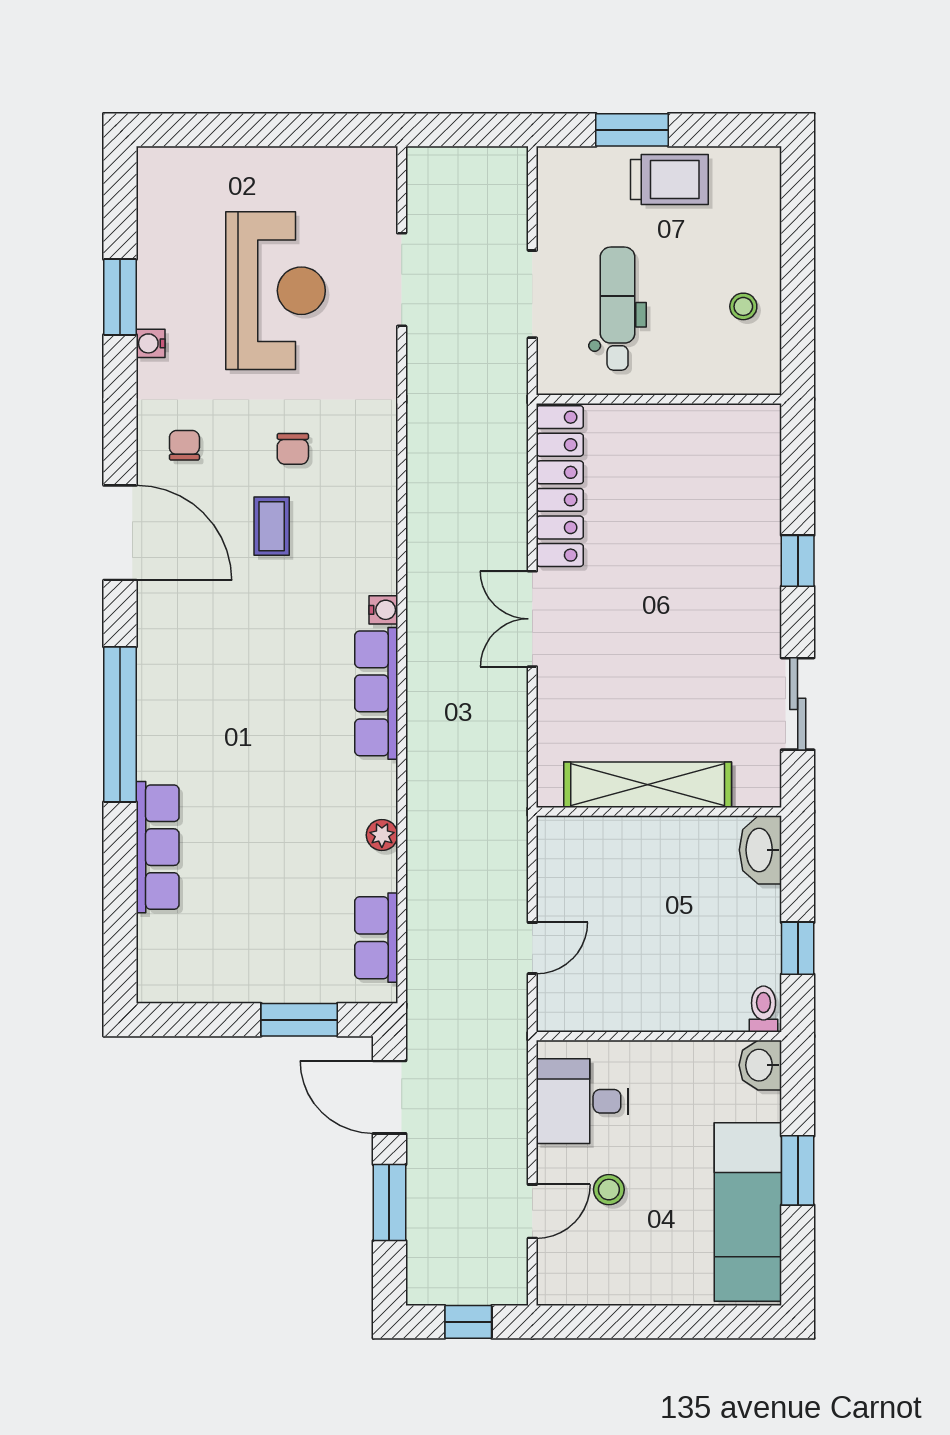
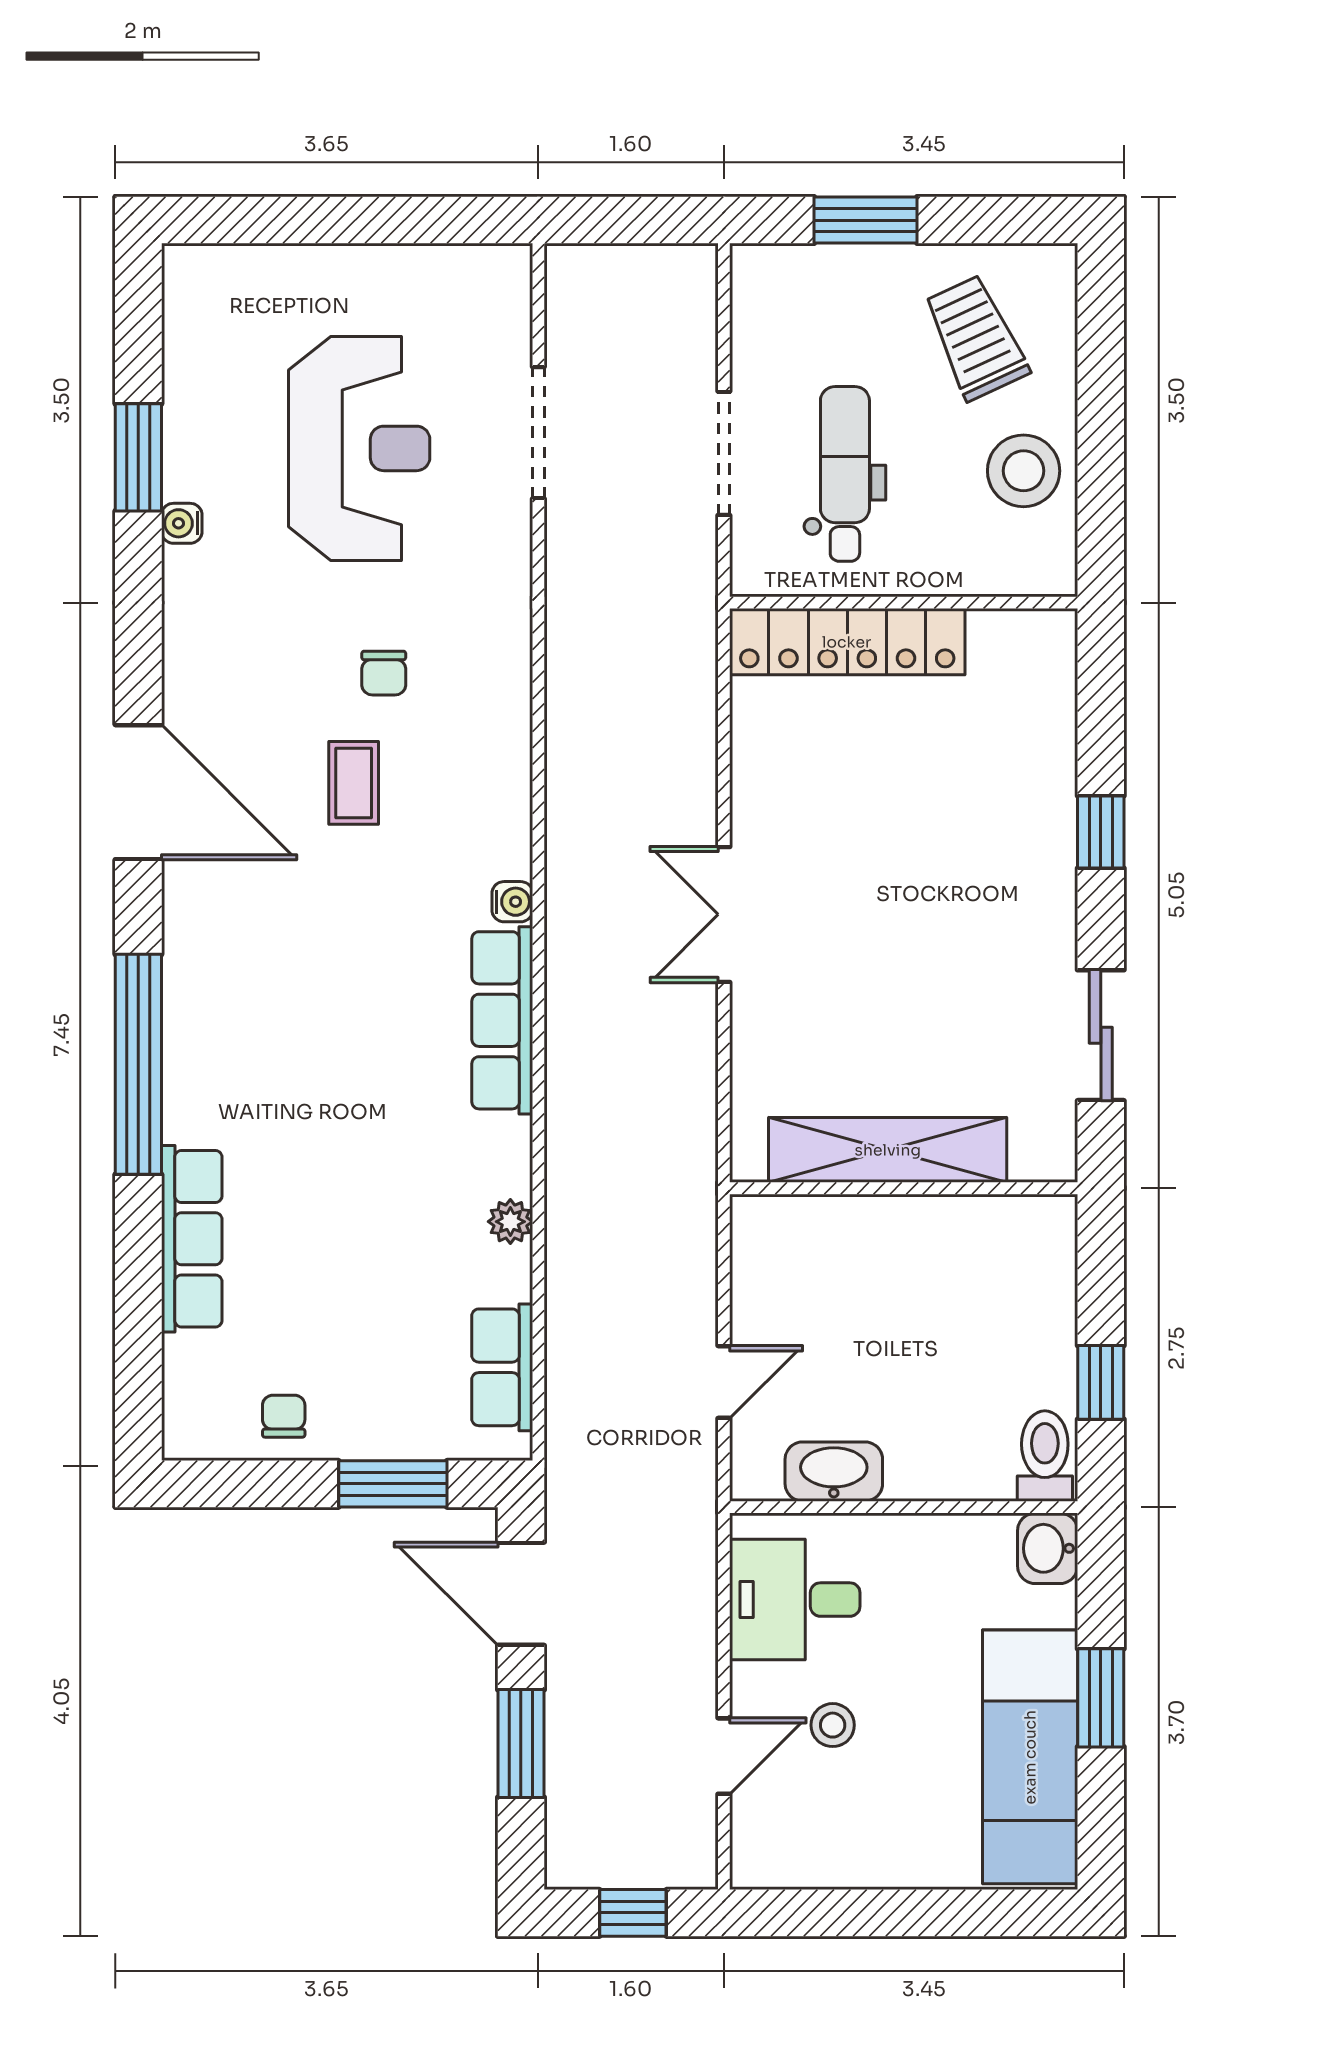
trolley: (669, 180) -> (976, 338), moved, turned -115
stool: (743, 306) -> (1024, 471), width x1.89, depth x1.89
chair: (184, 445) -> (284, 1416), moved
locker: (560, 486) -> (847, 642), moved, turned 90
washbasin: (760, 850) -> (834, 1472), moved, turned 90
toilet: (764, 1009) -> (1045, 1456), width x1.37, depth x1.39

